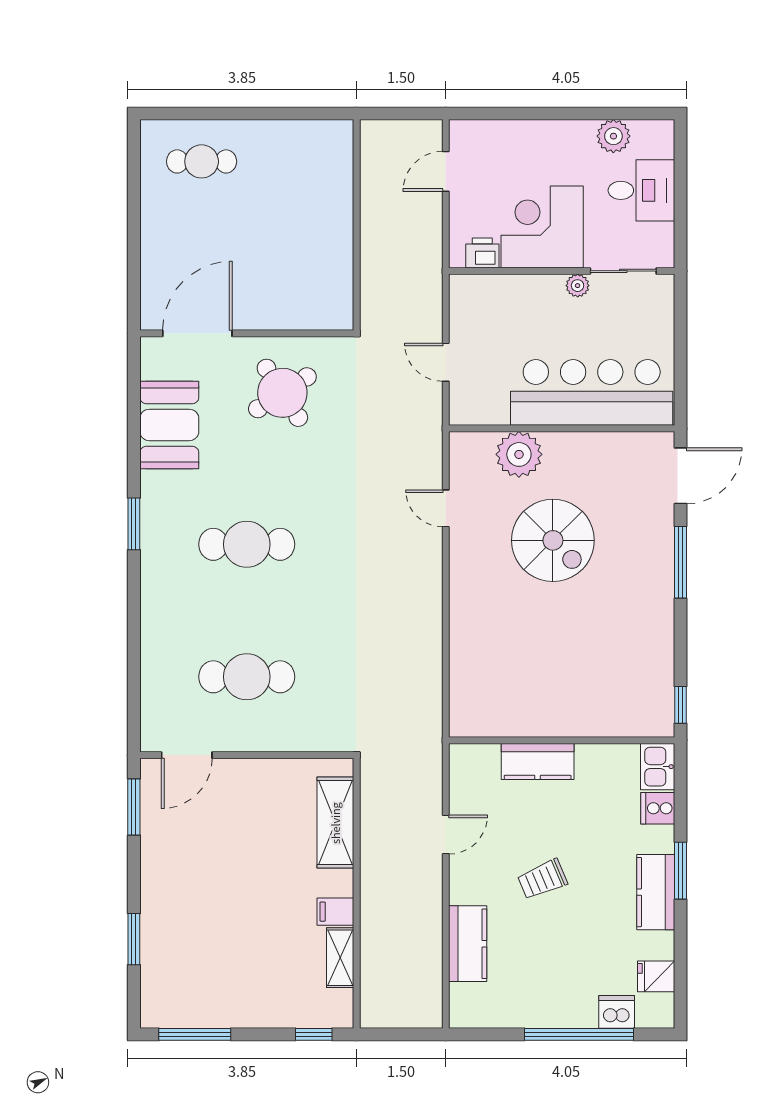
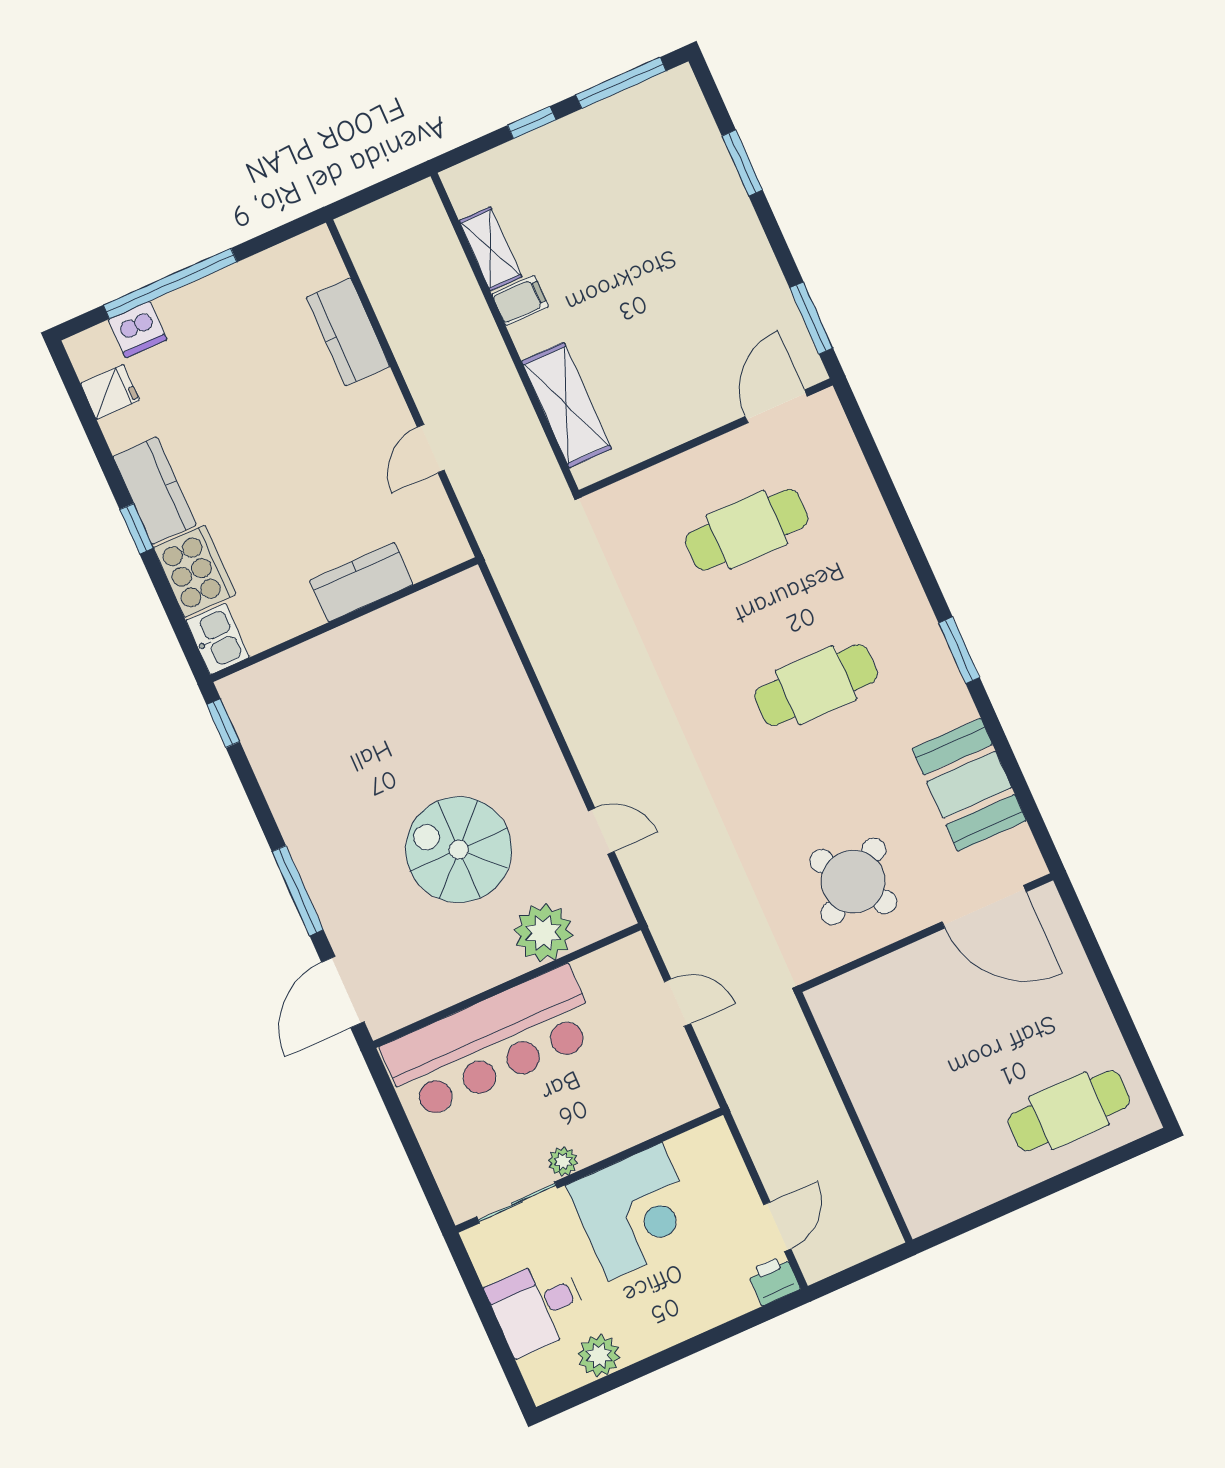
cafe table: (202, 161) -> (1069, 1111), width x1.37, depth x1.35
printer: (482, 253) -> (774, 1280), moved, turned 180
door: (197, 333) -> (984, 907), hinge flipped
cooker: (658, 808) -> (195, 571), width x1.87, depth x1.31
window: (680, 871) -> (137, 529), width x0.67
trolley: (542, 879) -> (294, 447), removed
window: (314, 1034) -> (532, 123), moved

